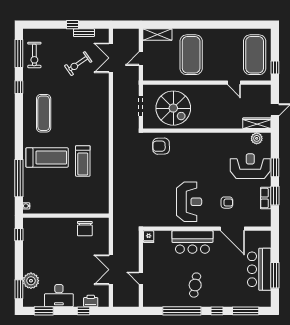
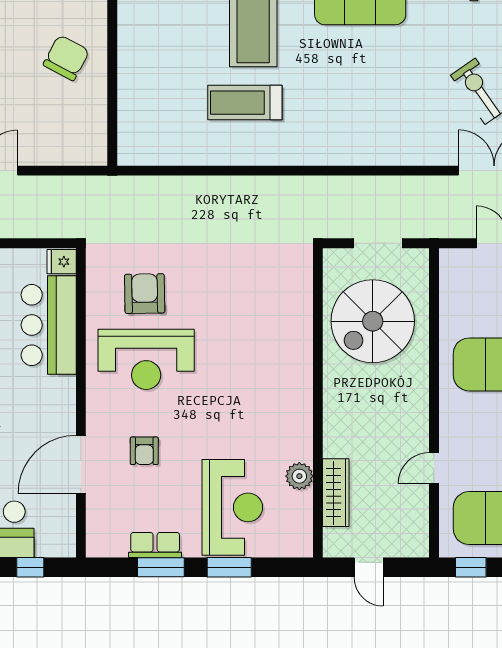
wardrobe: (257, 123) -> (336, 493), moved
plant: (257, 138) -> (299, 476), moved
armchair: (161, 146) -> (145, 294), moved
chair: (85, 229) -> (66, 58), moved, turned 118
bar counter: (192, 242) -> (49, 325), moved
window: (275, 250) -> (30, 567), added

